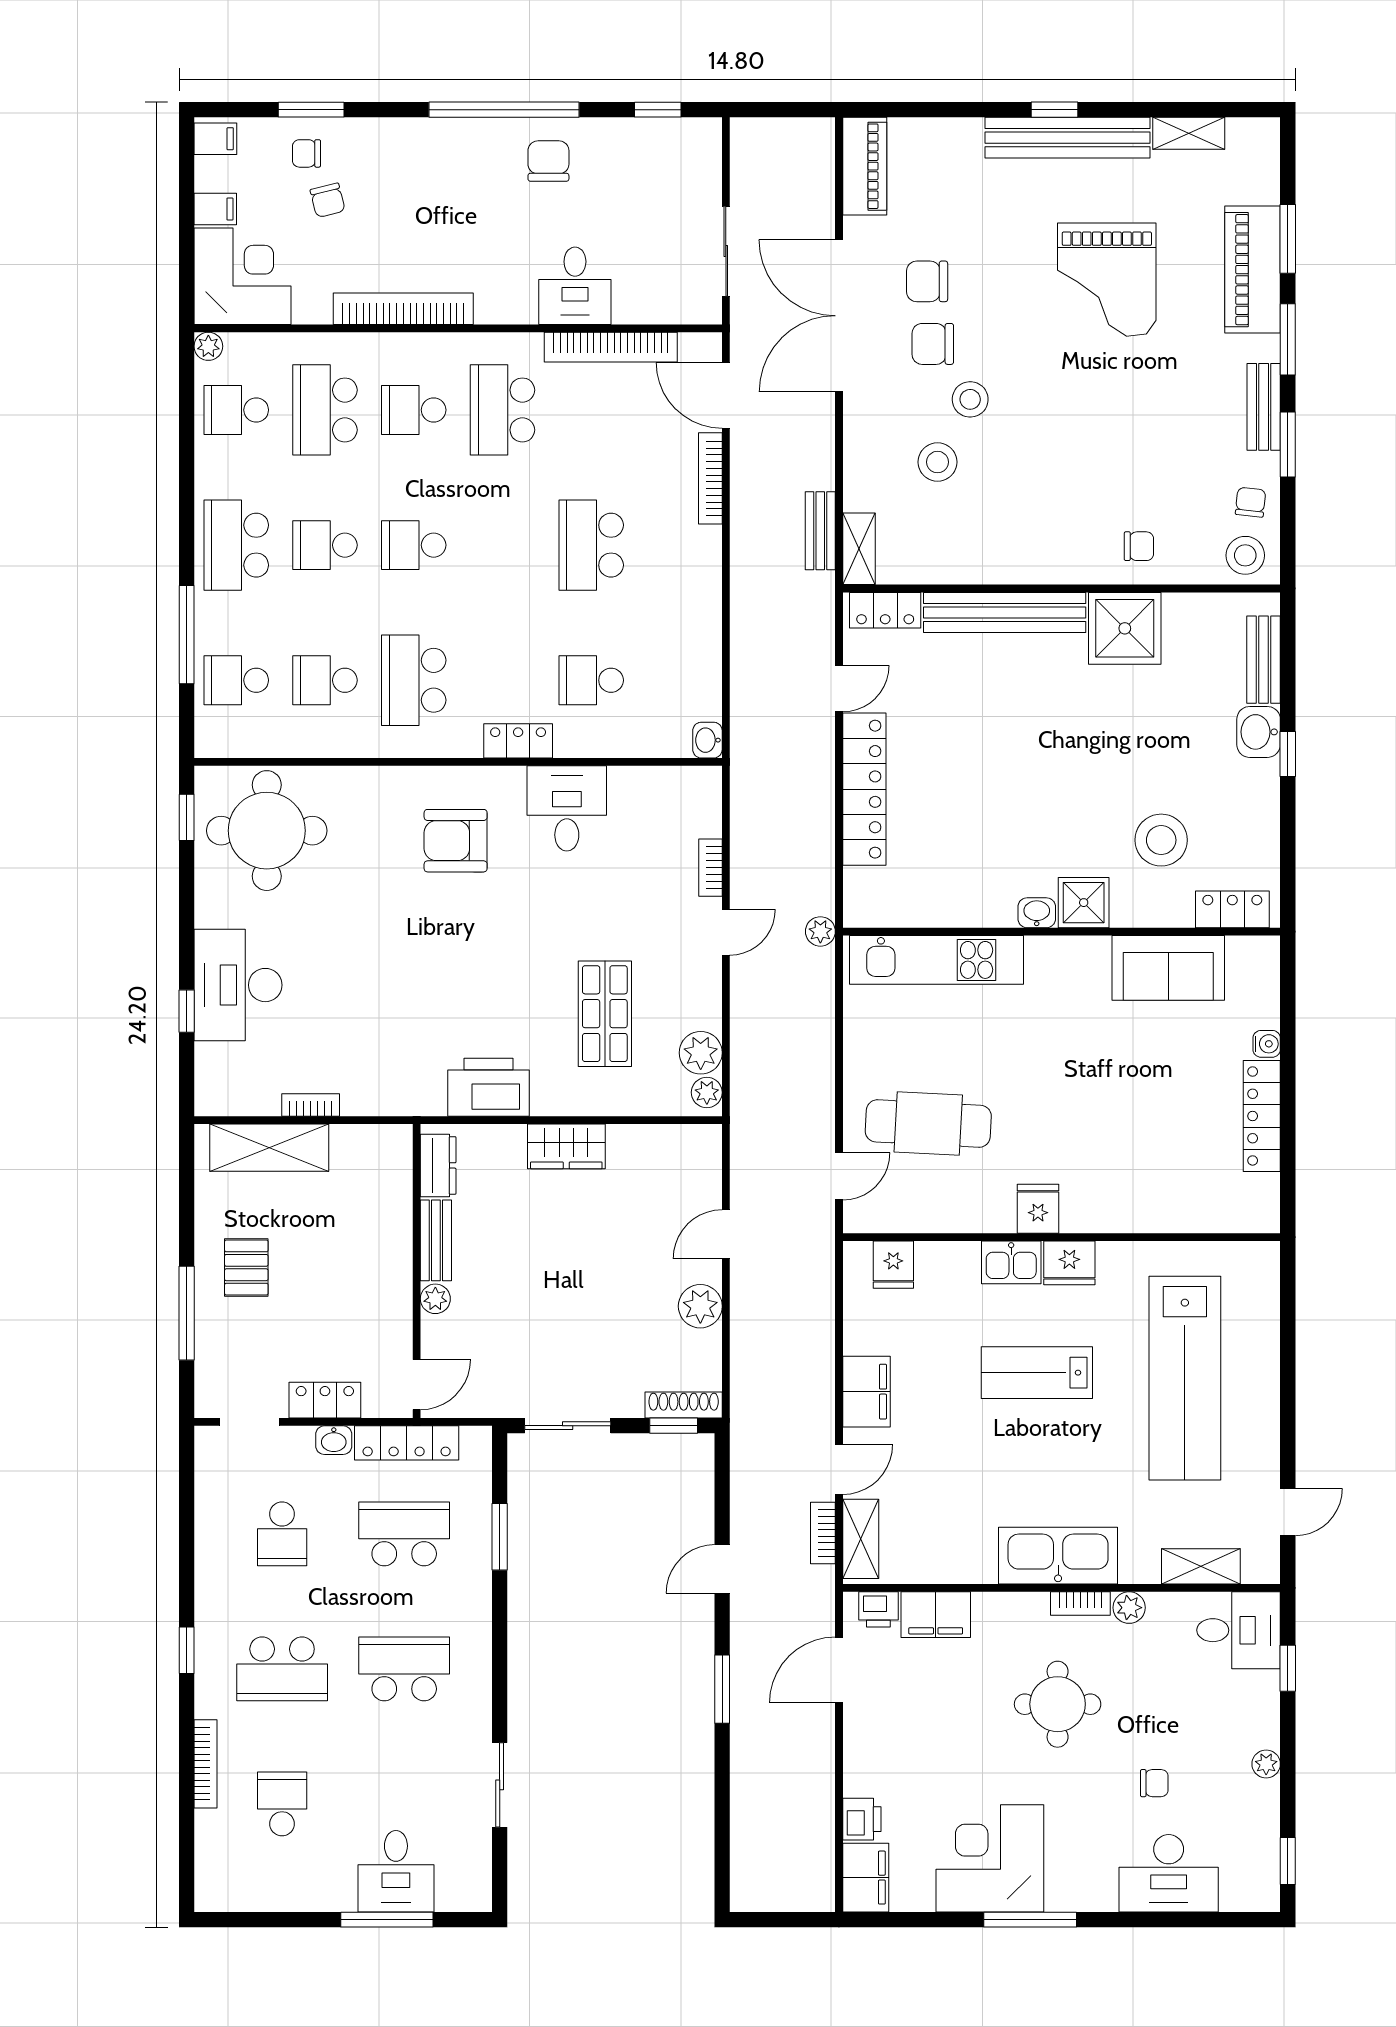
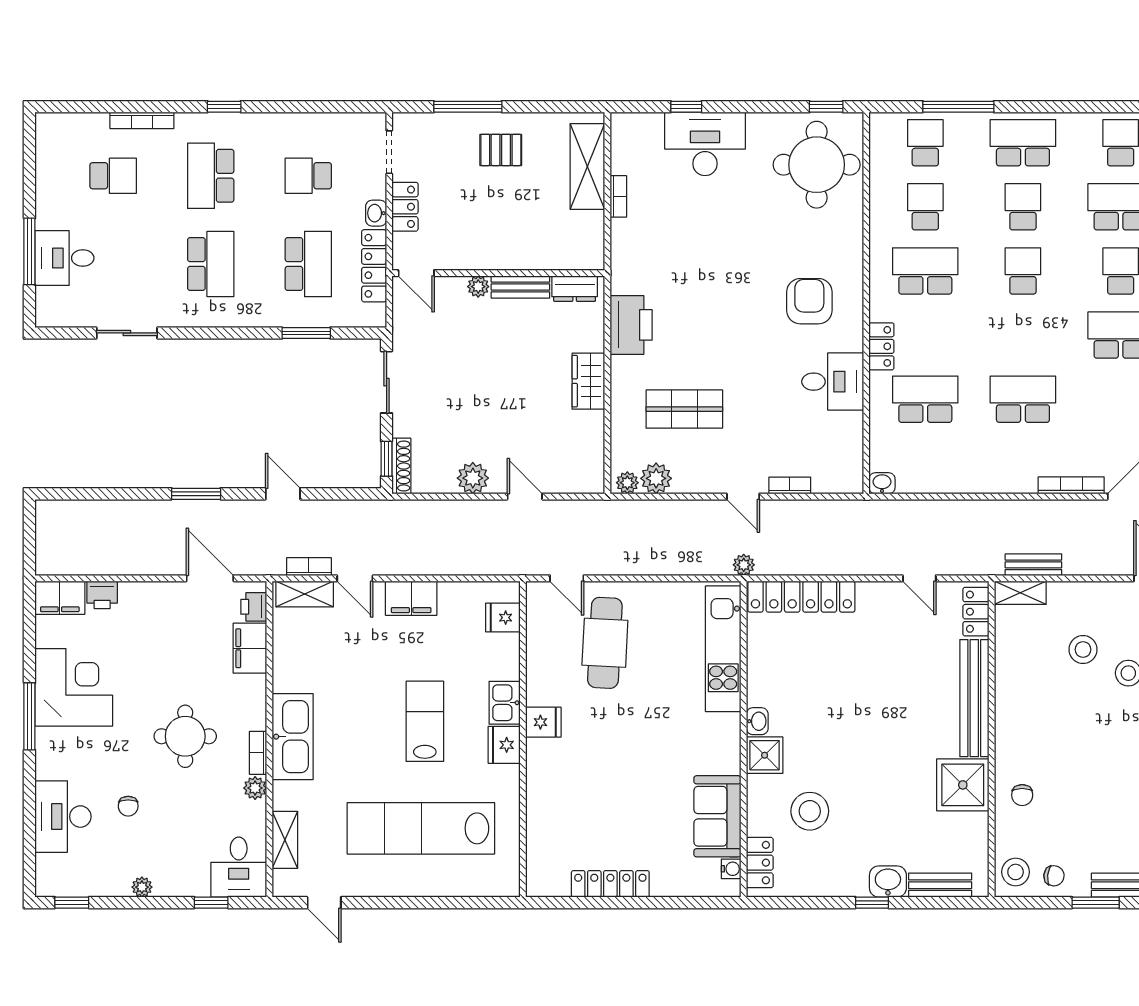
school desk: (591, 680) -> (925, 399), width x1.85
locker: (864, 789) -> (801, 597), moved
water cooler: (1267, 1044) -> (731, 869), moved, turned -90

